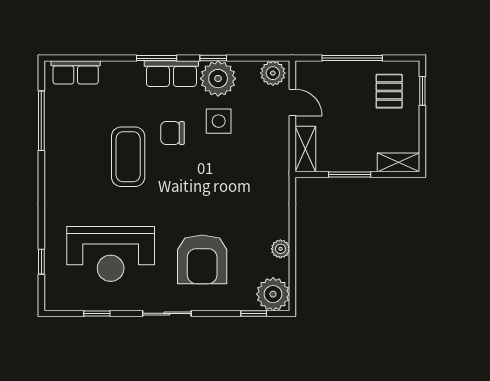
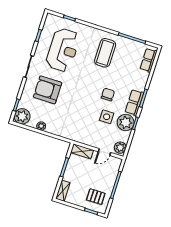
coffee table: (128, 157) -> (105, 53), moved, turned 90
reception desk: (111, 254) -> (63, 50), turned 180

